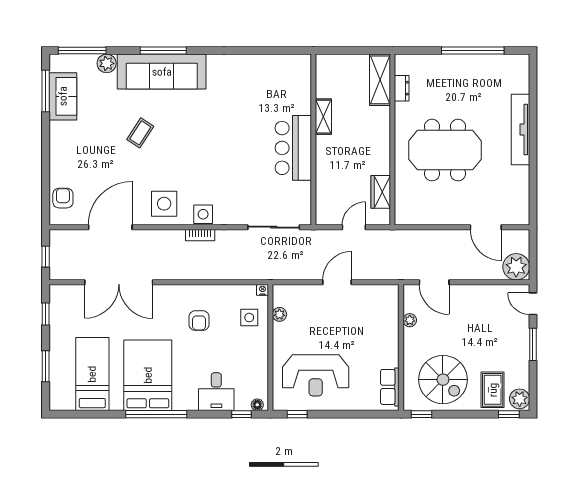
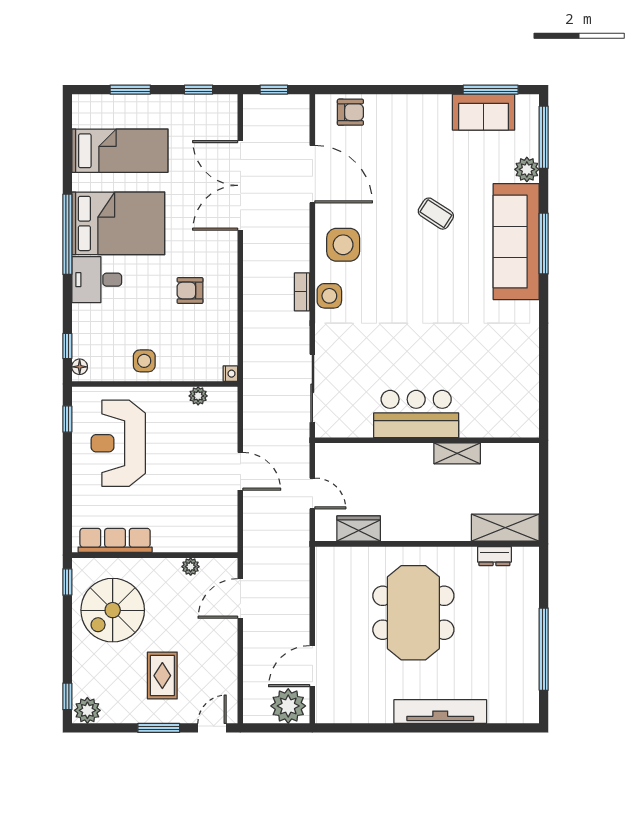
plant: (516, 267) -> (288, 706), moved
side table: (249, 318) -> (144, 361), moved
row of seats: (390, 387) -> (115, 540), width x1.48
rug: (493, 390) -> (162, 676), moved, turned 90
desk: (216, 392) -> (97, 280), moved

